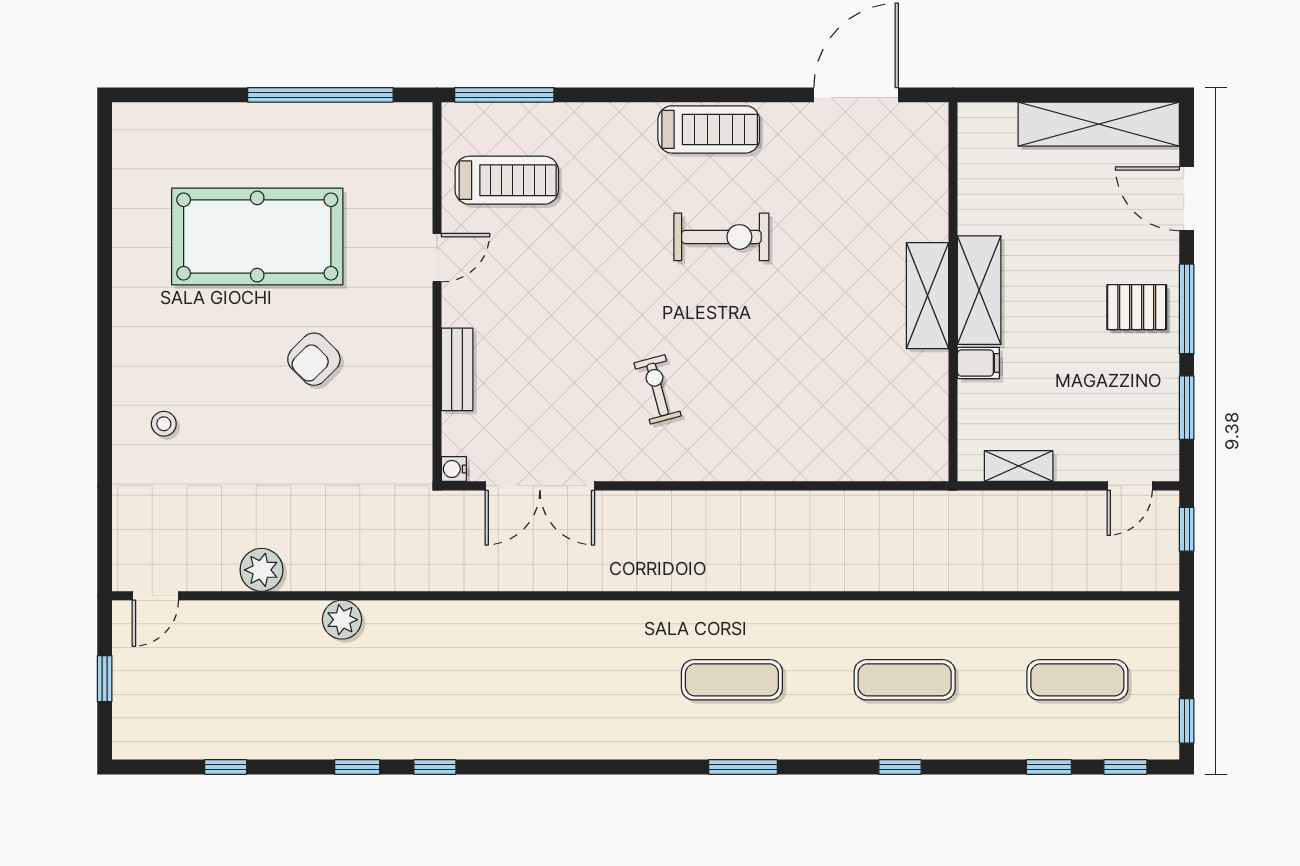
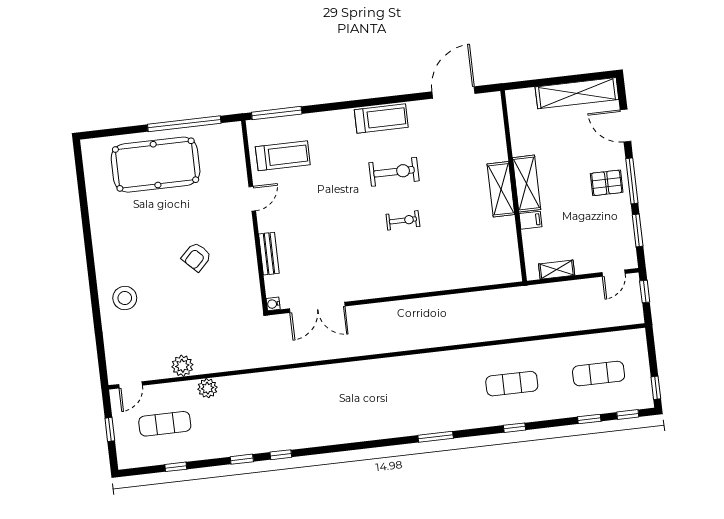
pool table: (257, 237) -> (156, 165), moved
exercise bike: (658, 389) -> (403, 220), moved, turned 105
stool: (164, 424) -> (125, 298), width x1.89, depth x1.89
plant: (342, 620) -> (207, 388), moved
exercise mat: (732, 680) -> (165, 424), moved

